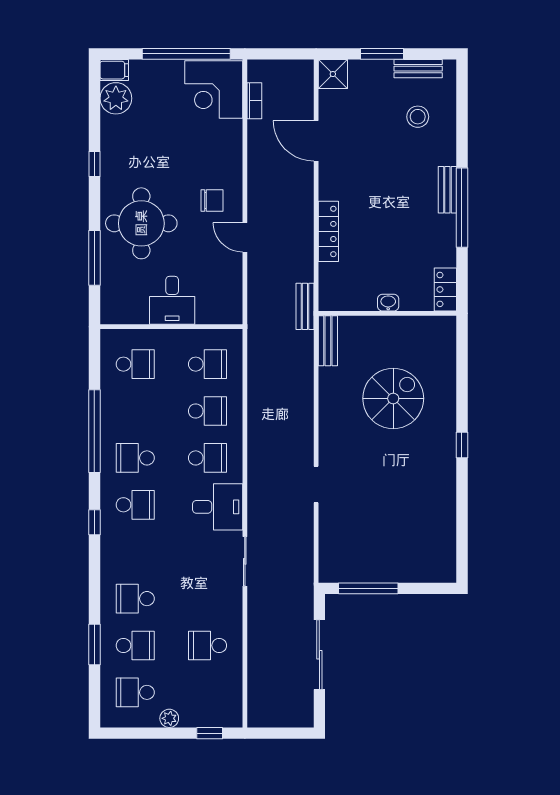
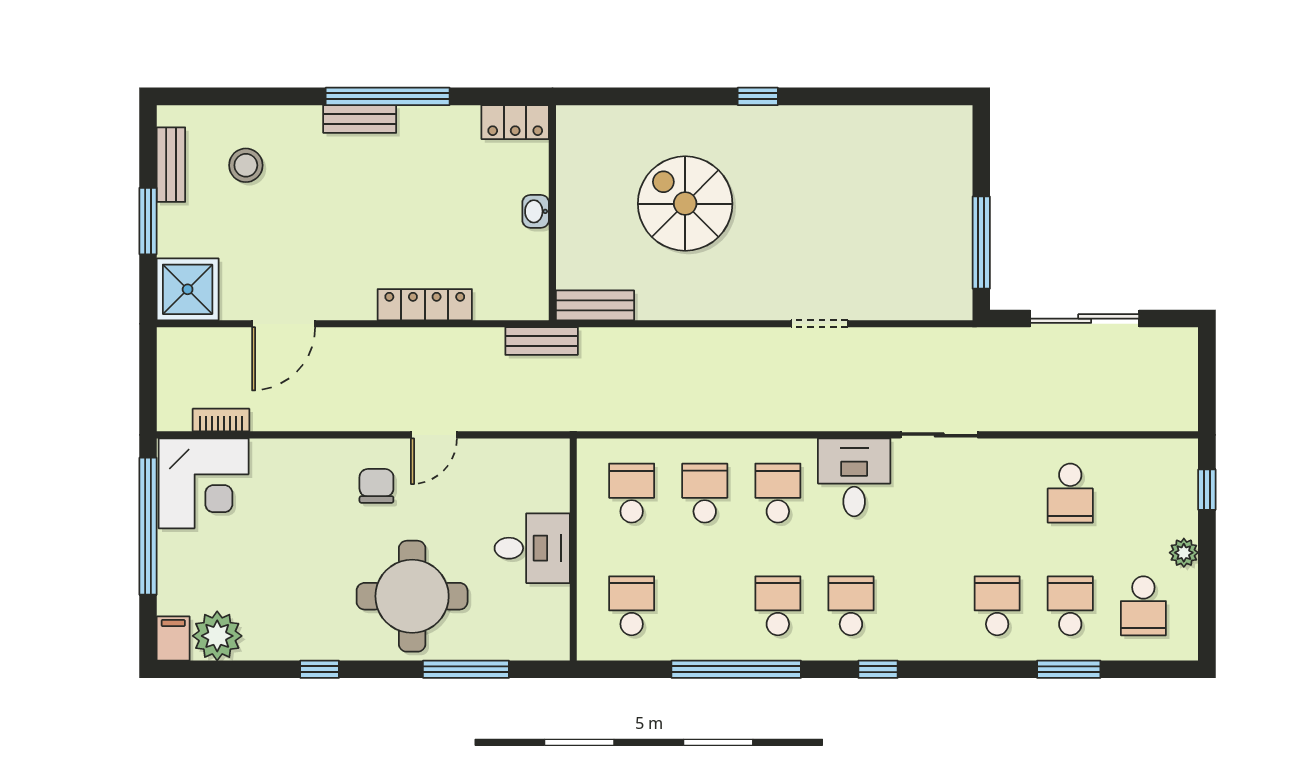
shower: (333, 74) -> (188, 289), width x1.36, depth x1.36
school desk: (135, 458) -> (778, 606), turned 180
school desk: (135, 599) -> (997, 606), turned 180

